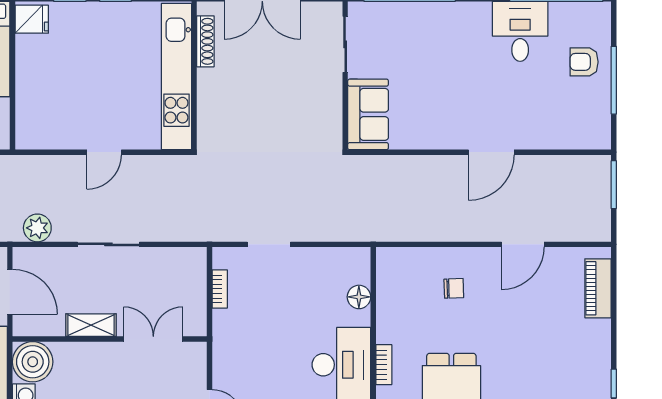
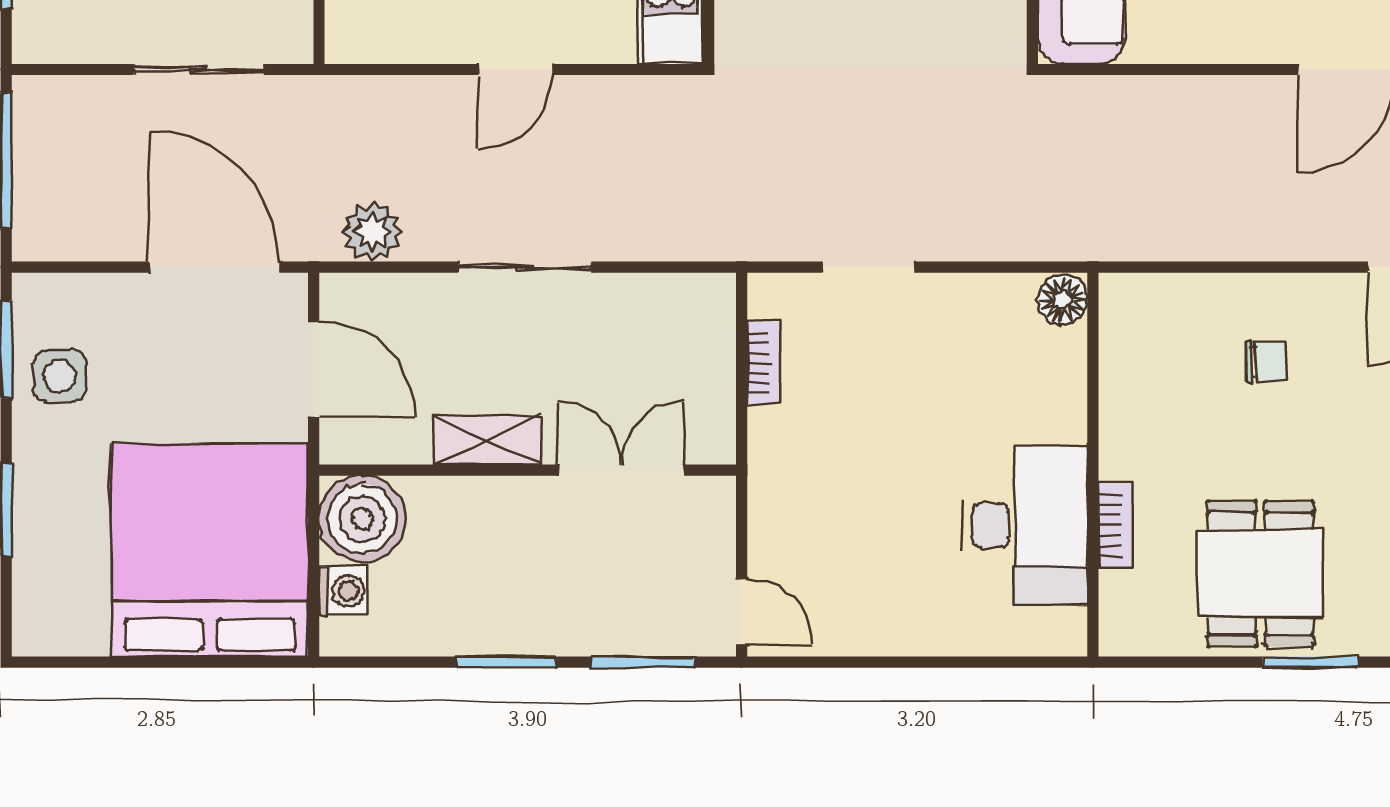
floor lamp: (359, 297) -> (1062, 300), moved

